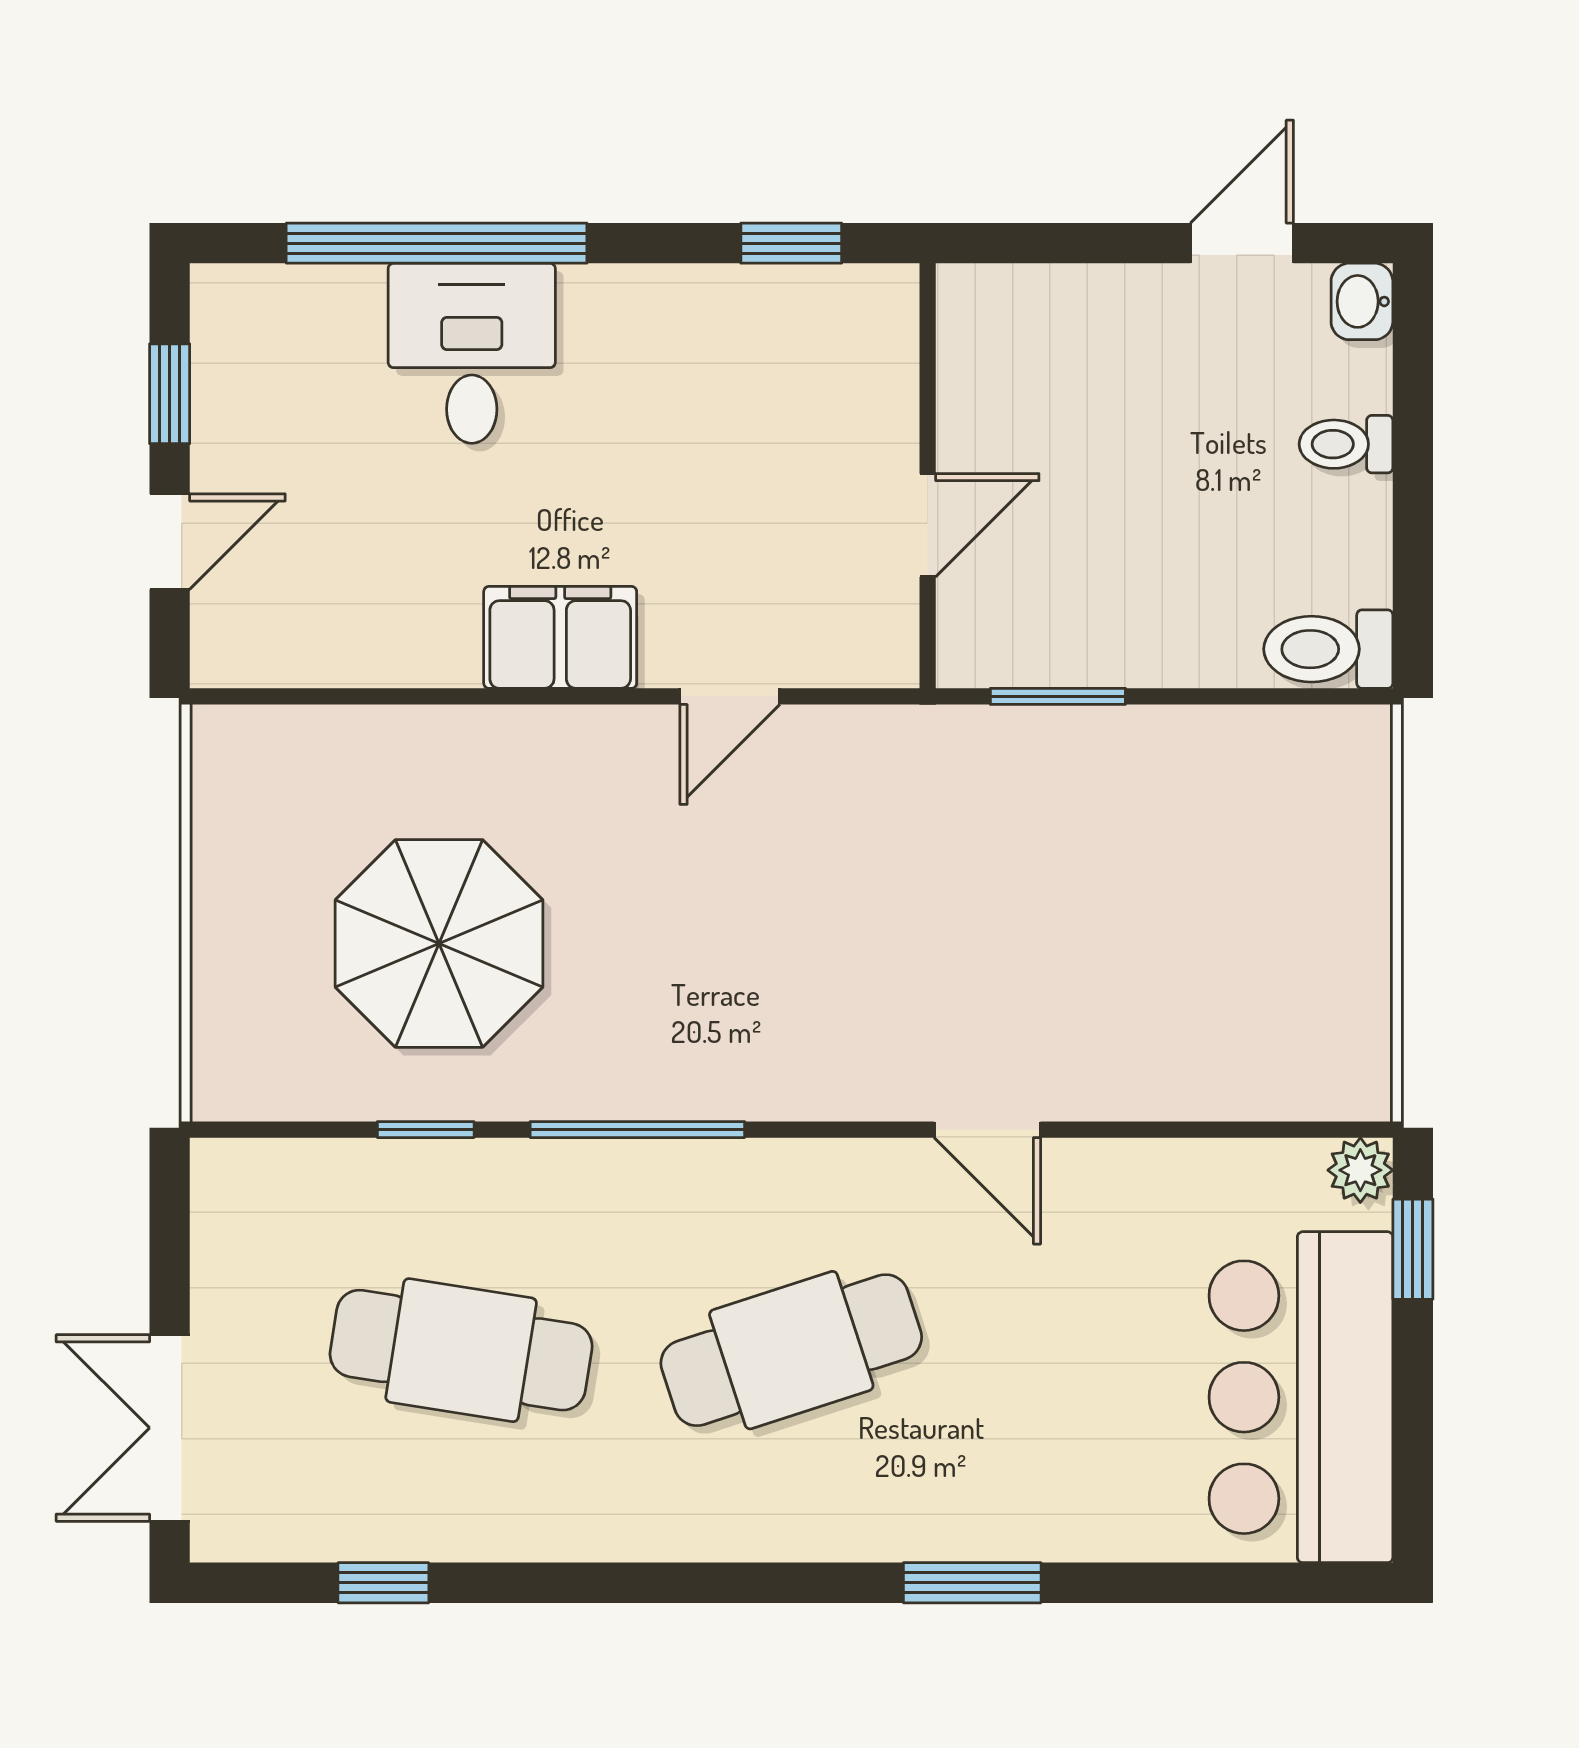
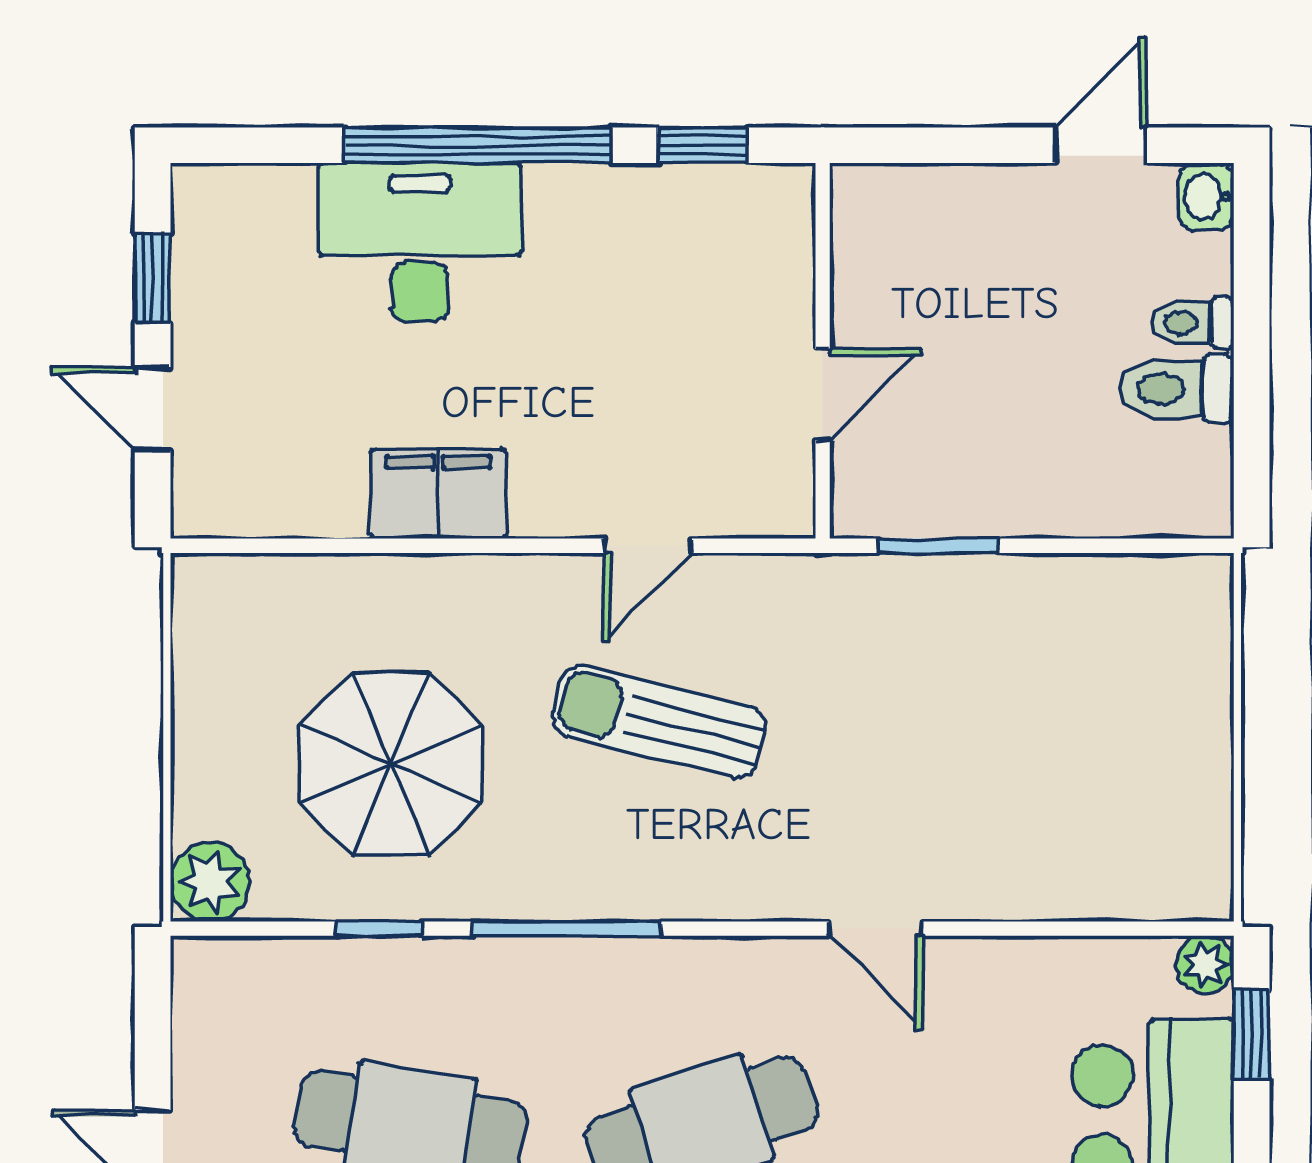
window: (437, 243) -> (478, 145), moved
desk: (472, 353) -> (420, 243), width x1.37
door: (170, 542) -> (153, 409), swing flipped
filing cabinet: (560, 637) -> (438, 494), moved
toilet: (1328, 649) -> (1177, 389), moved
sun lounger: (743, 895) -> (659, 722), added
plant: (235, 1077) -> (210, 882), added

